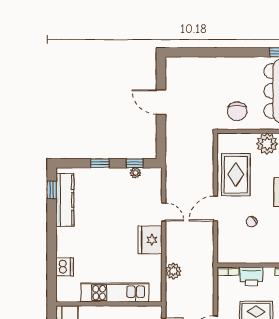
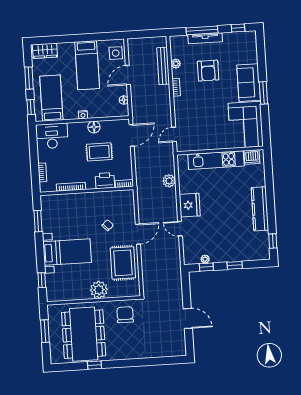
kitchen counter: (65, 200) -> (260, 209), moved
dishwasher: (65, 267) -> (252, 157), moved, turned -90

